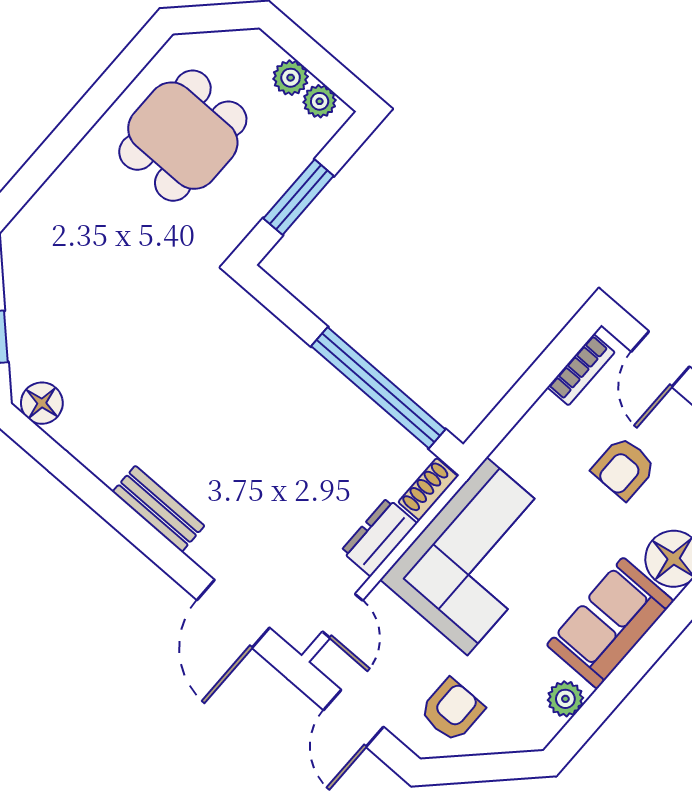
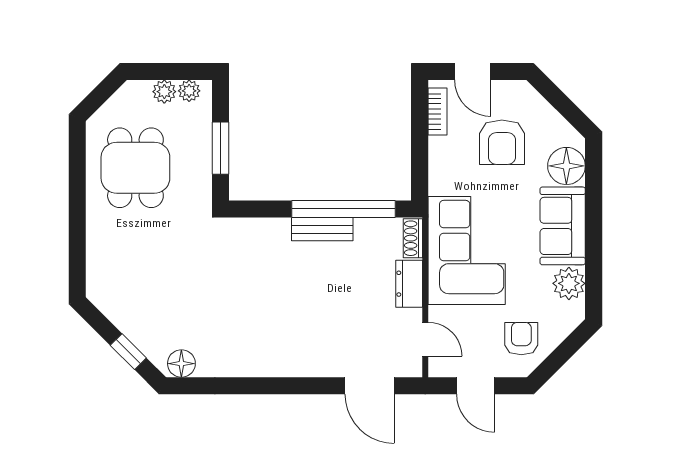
armchair: (624, 468) -> (502, 142), width x1.38, depth x1.38
bench: (158, 509) -> (322, 229), moved
plant: (565, 699) -> (569, 283), width x1.38, depth x1.38

